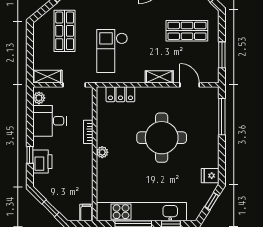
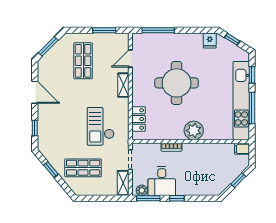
checkout: (112, 51) -> (101, 126), turned 90
window: (30, 105) -> (148, 198), added
plant: (102, 152) -> (194, 130), width x1.87, depth x1.87
window: (30, 155) -> (177, 198), moved
printer: (42, 162) -> (197, 187), removed

